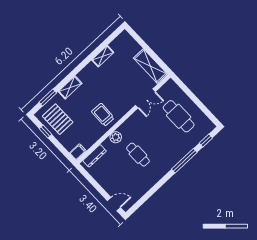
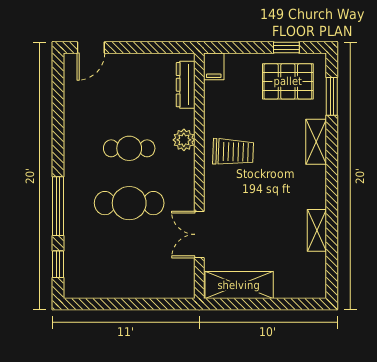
cafe table: (179, 116) -> (129, 203), moved

